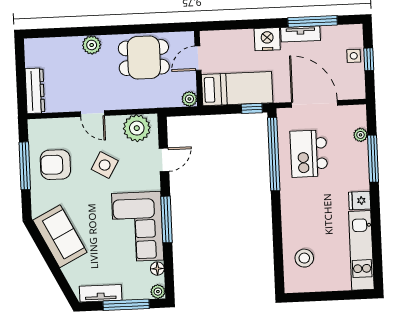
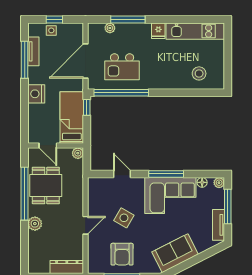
window: (132, 29) -> (25, 194), added
tv unit: (301, 34) -> (33, 51), moved
plant: (137, 128) -> (98, 193), removed

